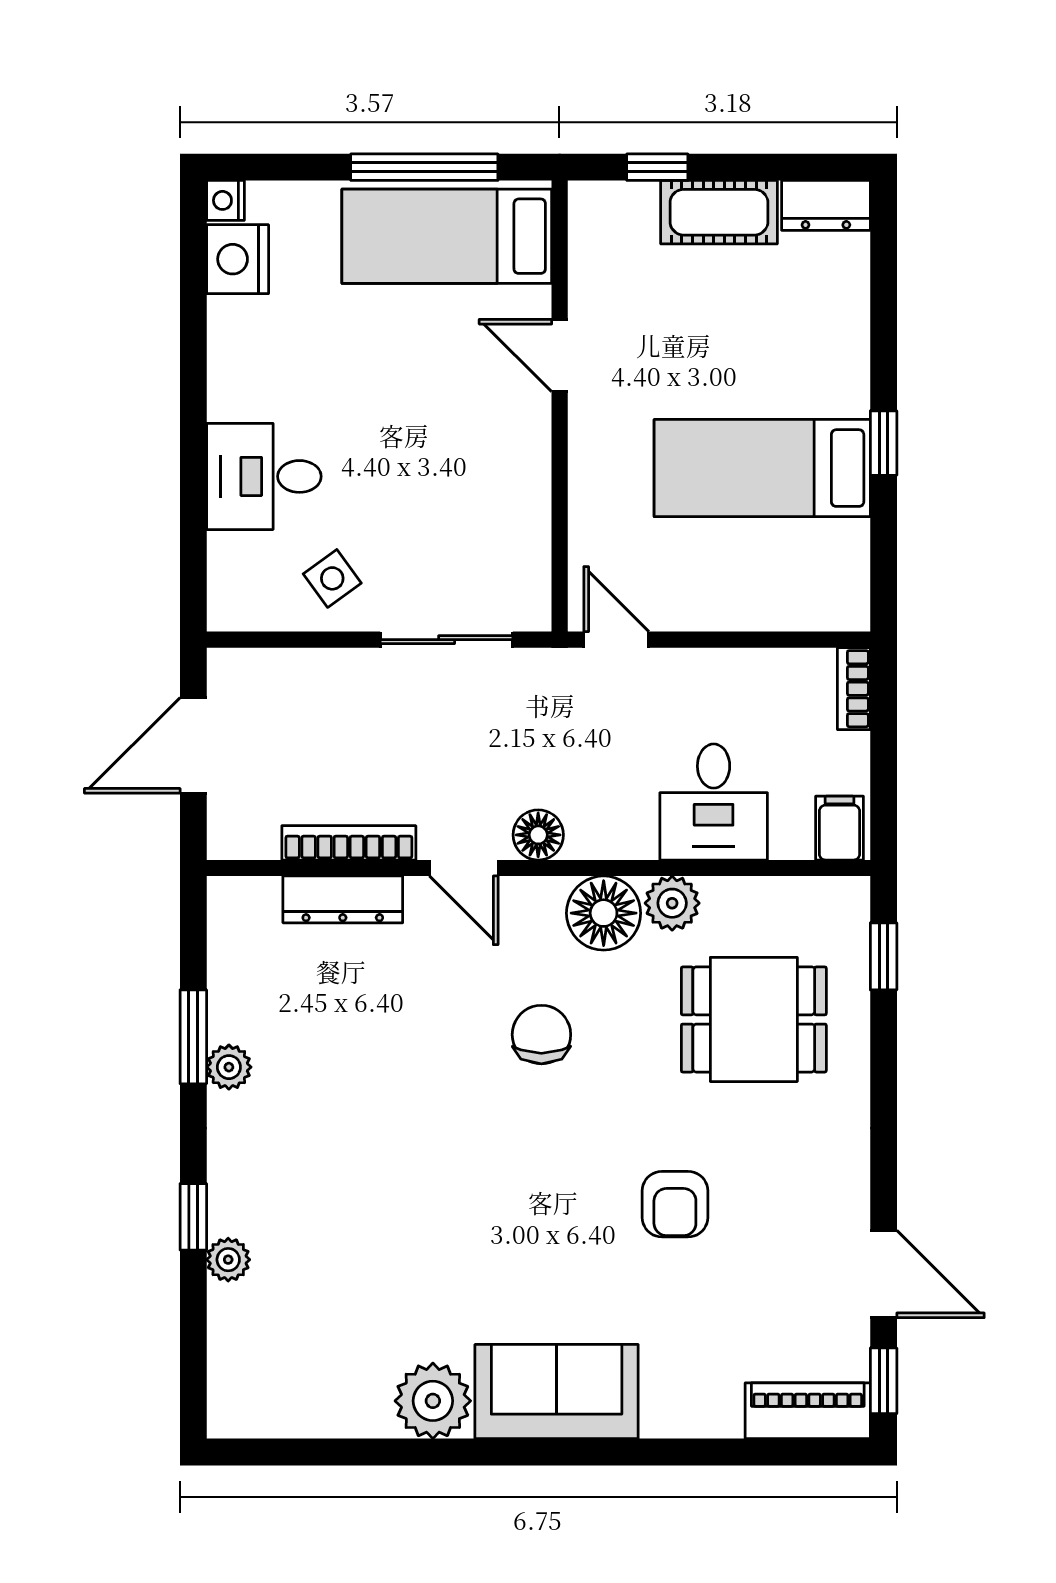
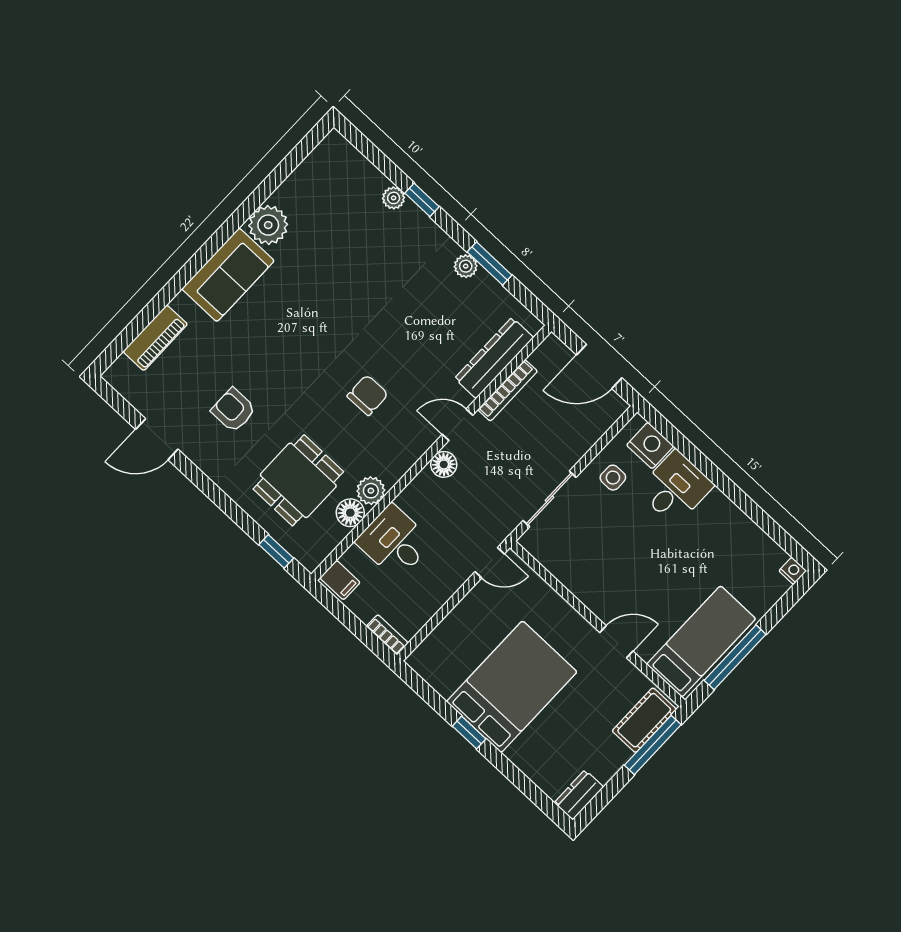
window: (657, 167) -> (653, 745), width x2.17
cot: (719, 212) -> (644, 720), moved
nightstand: (238, 259) -> (650, 446), moved
bed: (762, 468) -> (512, 687), width x1.50
side table: (332, 578) -> (613, 478), turned 36
door: (193, 745) -> (599, 366), swing flipped
dresser: (343, 899) -> (494, 358), width x1.37, depth x1.24
floor lamp: (604, 913) -> (350, 513), moved, width x0.73, depth x0.73
chair: (541, 1035) -> (368, 395), turned -91
armchair: (675, 1204) -> (233, 410), moved
window: (884, 1381) -> (117, 402), removed
piano: (808, 1411) -> (155, 338), moved

